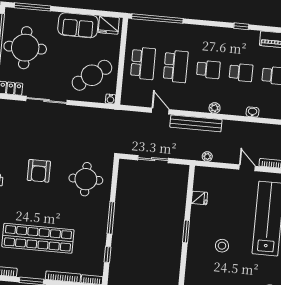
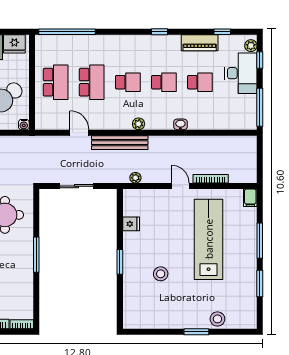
window: (107, 254) -> (36, 295), removed

